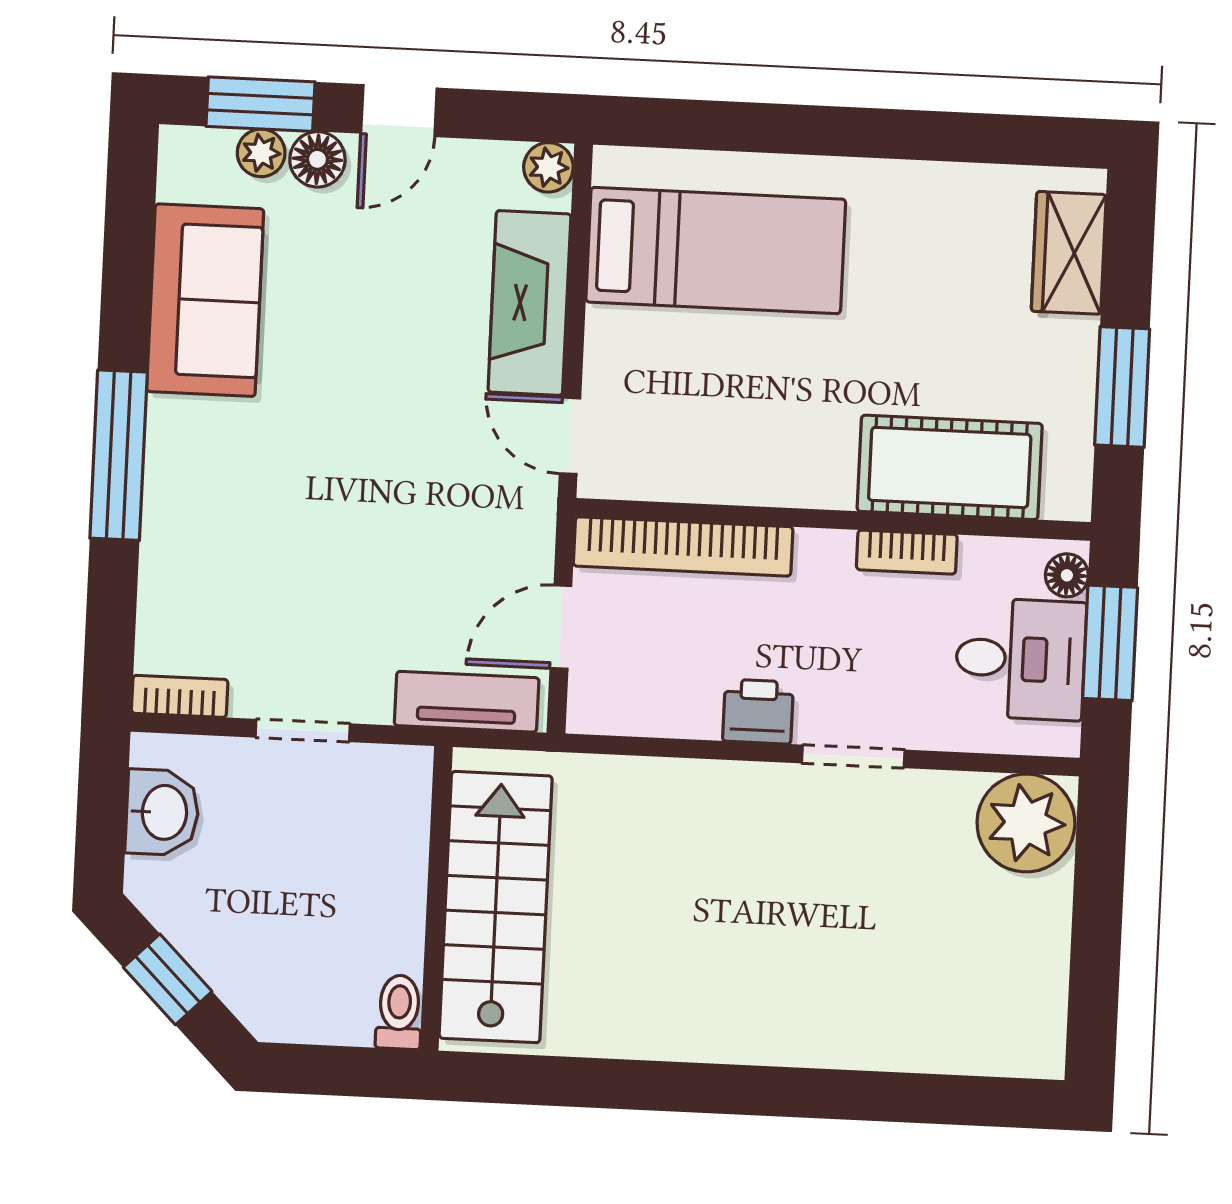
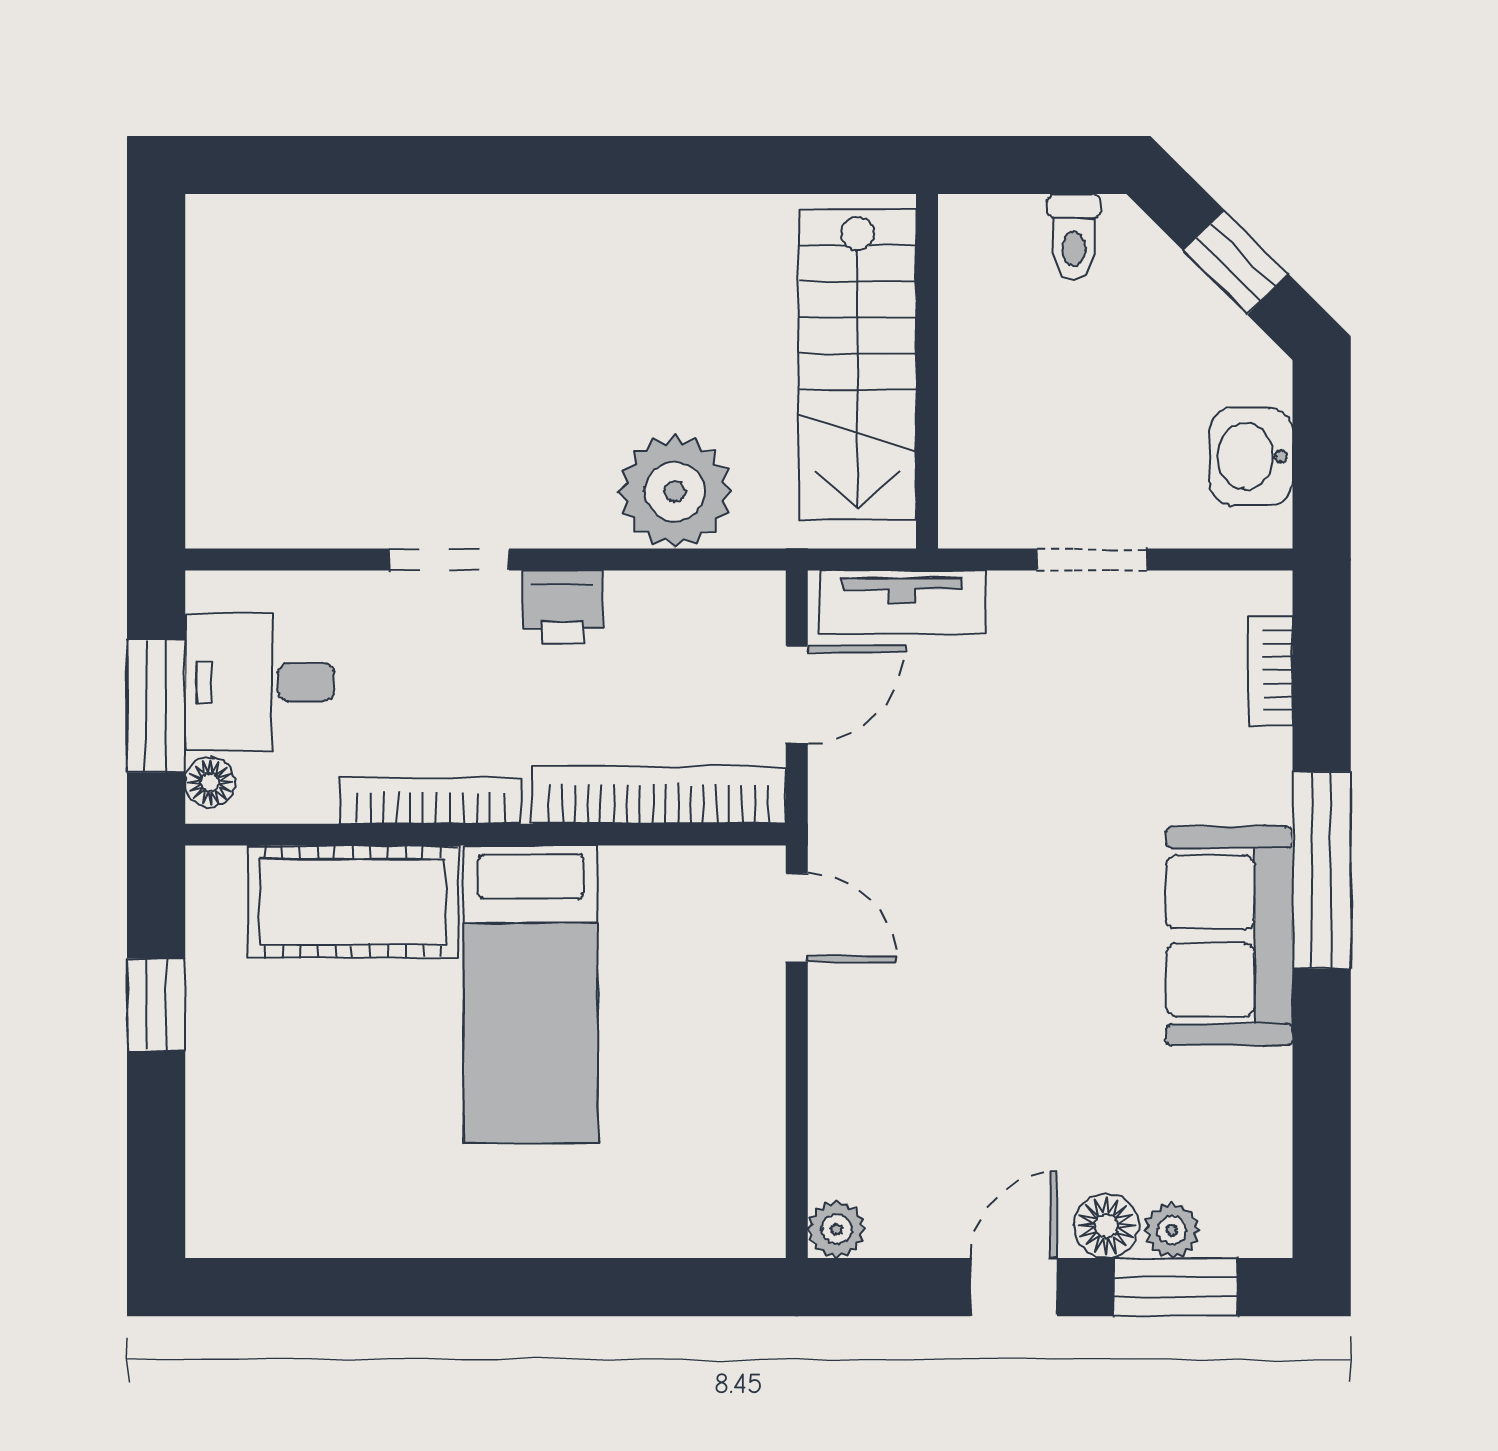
bed: (716, 251) -> (531, 994), moved, turned -90
wardrobe: (1069, 253) -> (226, 1158), removed
sofa: (205, 300) -> (1229, 936), moved
fireplace: (529, 303) -> (851, 1070), removed
window: (1122, 387) -> (156, 1005), width x0.67
bookcase: (907, 552) -> (430, 801), width x1.56
bookcase: (180, 696) -> (1270, 671), moved, turned 90
plant: (1026, 823) -> (675, 492), moved
toilet: (399, 1012) -> (1074, 237), moved

